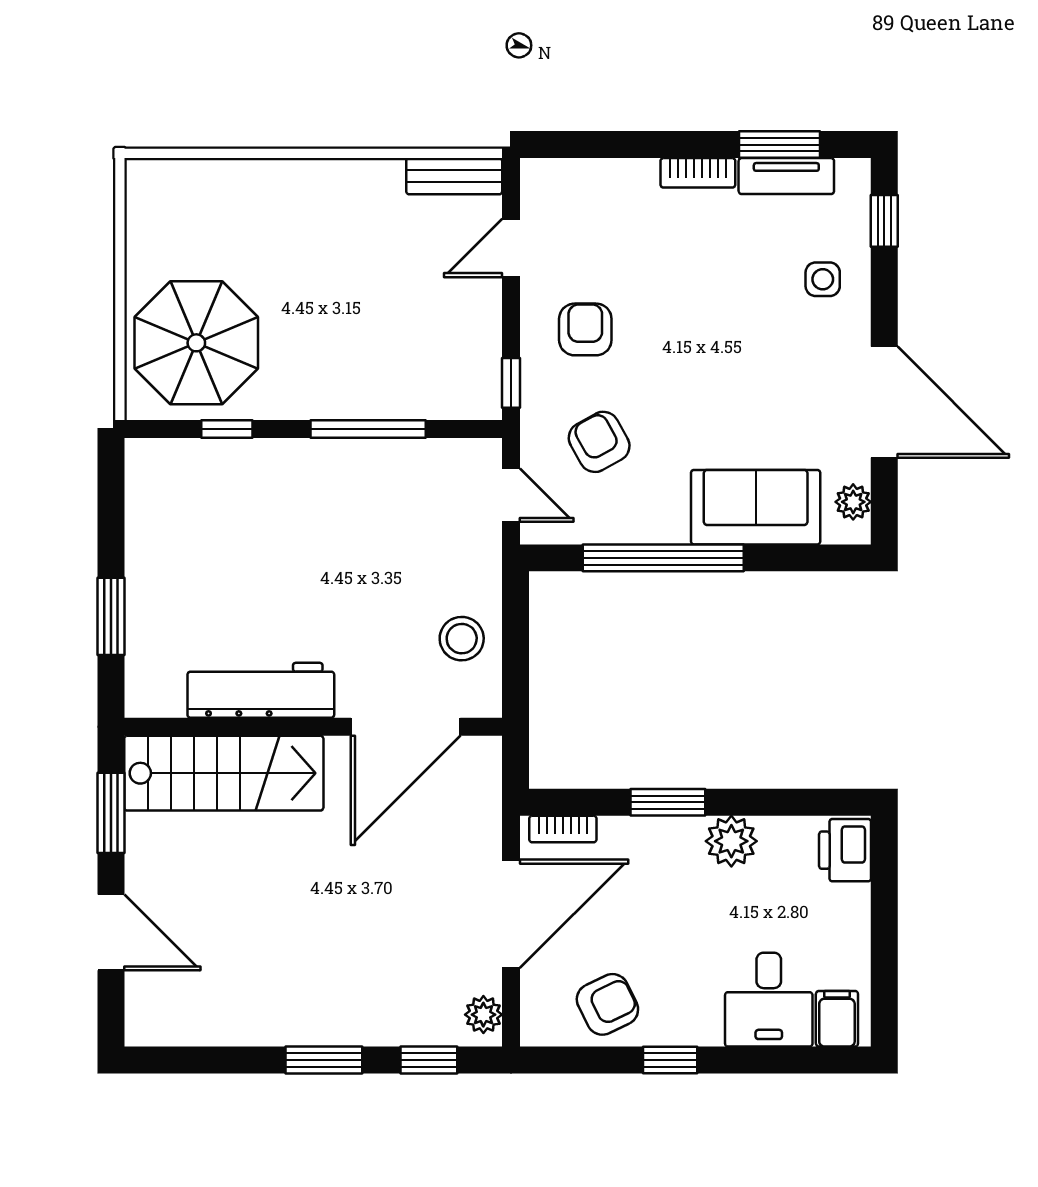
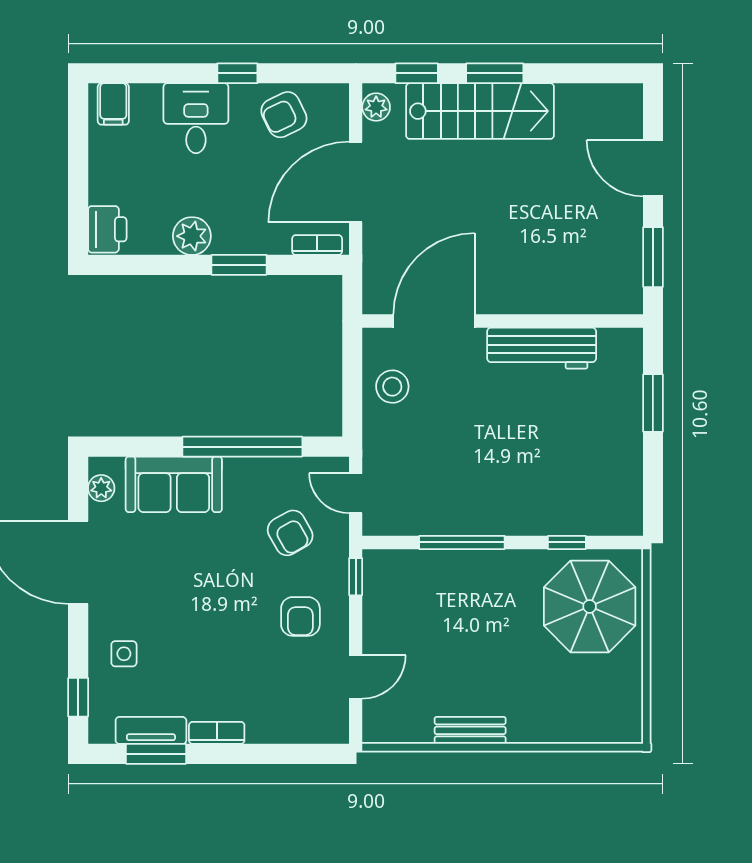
bench: (454, 176) -> (470, 730), moved
stairs: (224, 773) -> (480, 111), moved, turned 180
desk: (769, 1000) -> (196, 118), moved

